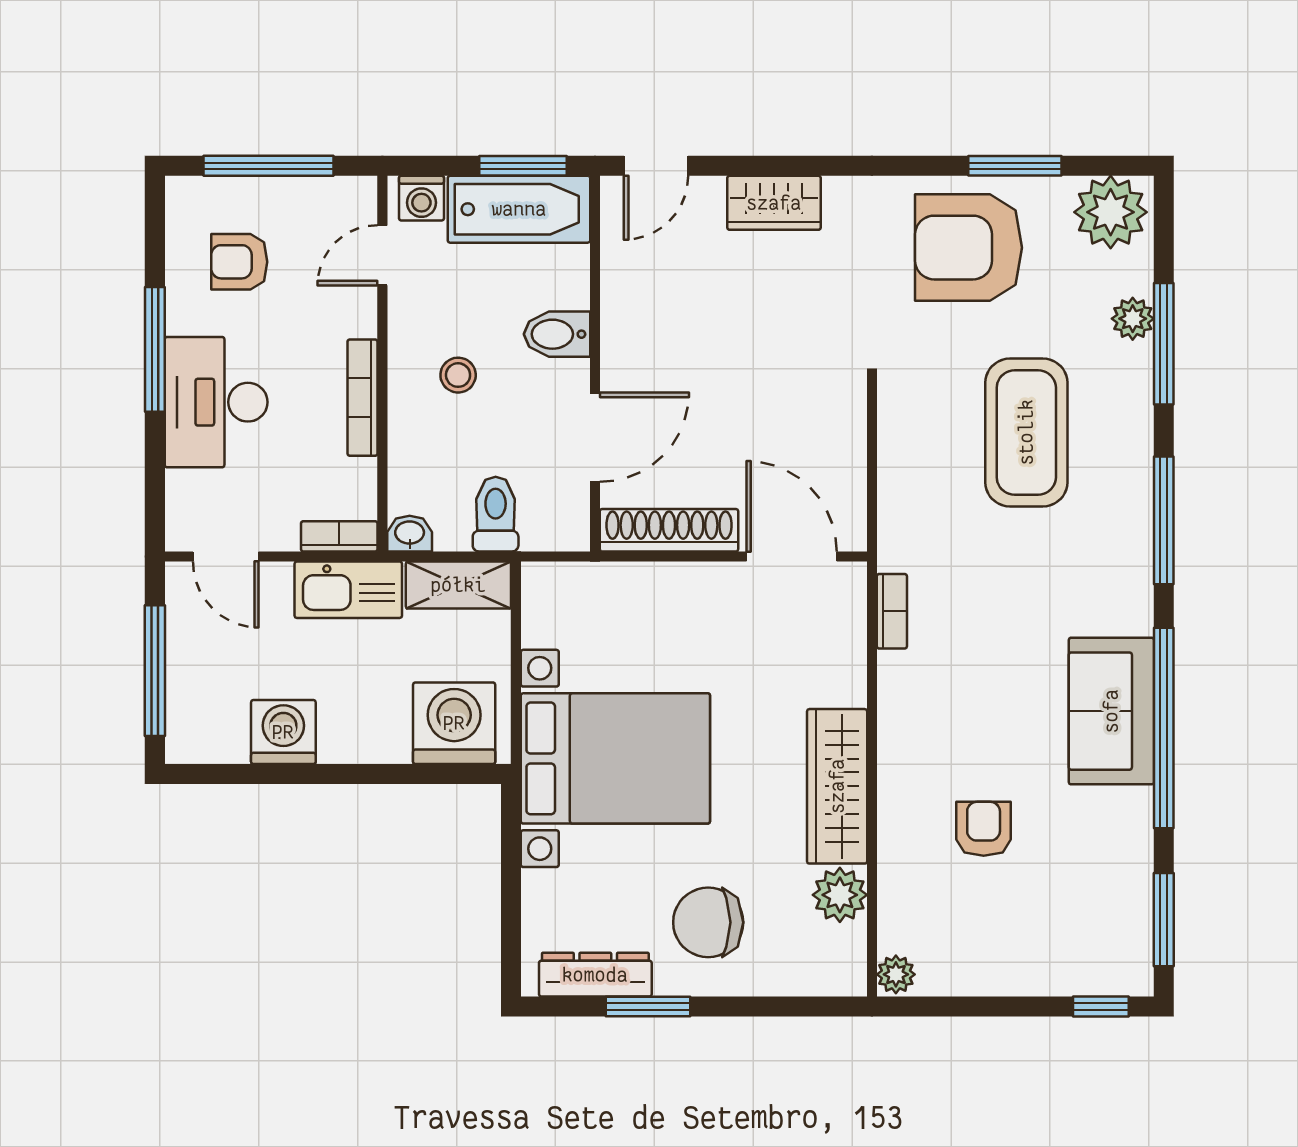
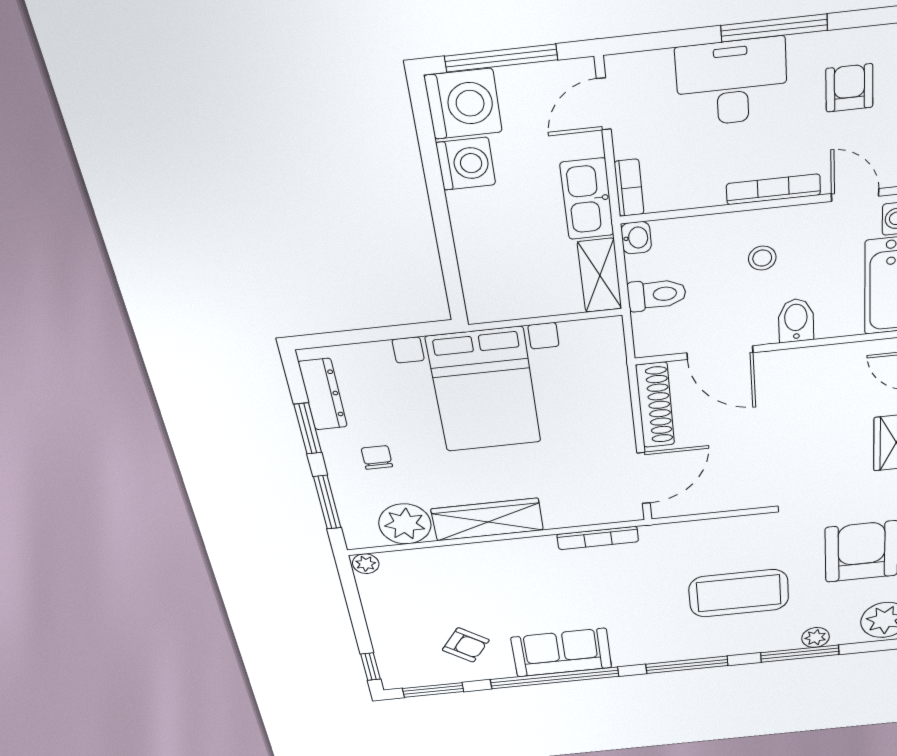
bookcase: (362, 398) -> (773, 189), moved
bookcase: (892, 611) -> (598, 538), width x1.56
washing machine: (454, 723) -> (463, 104), moved
armchair: (984, 829) -> (466, 645), moved, turned 36
plant: (840, 895) -> (405, 524), width x1.36, depth x1.36
chair: (708, 922) -> (377, 457), width x0.54, depth x0.54
window: (777, 1007) -> (327, 502), added

